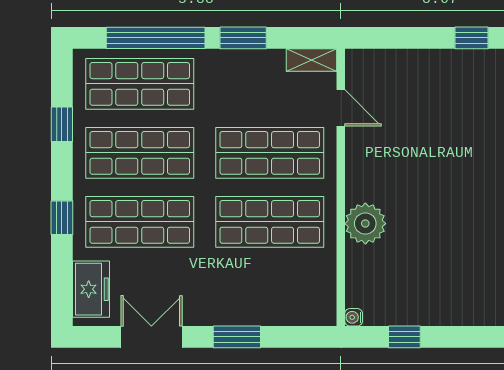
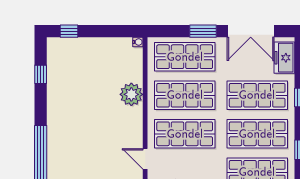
shop shelf: (270, 291) -> (185, 57), added
double door: (151, 337) -> (251, 31), width x1.37
window: (404, 337) -> (69, 31), moved

